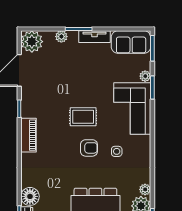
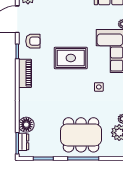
rug: (83, 117) -> (71, 58), width x1.36, depth x1.43
armchair: (89, 148) -> (33, 41), moved

